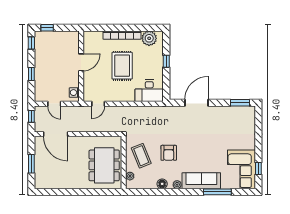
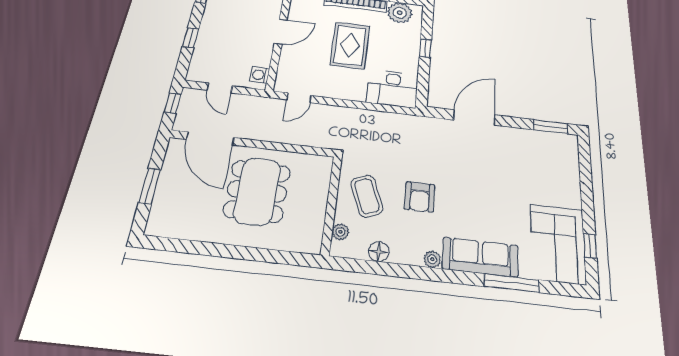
dining table: (104, 165) -> (257, 191), moved
floor lamp: (162, 184) -> (379, 252), moved

